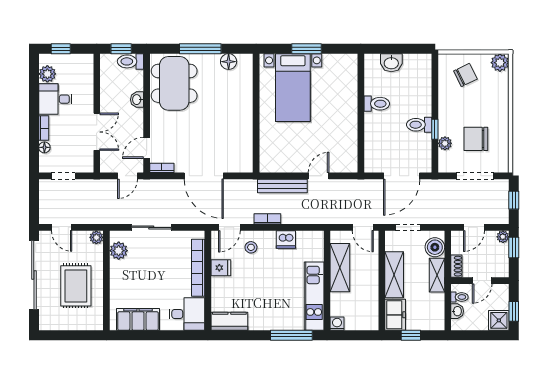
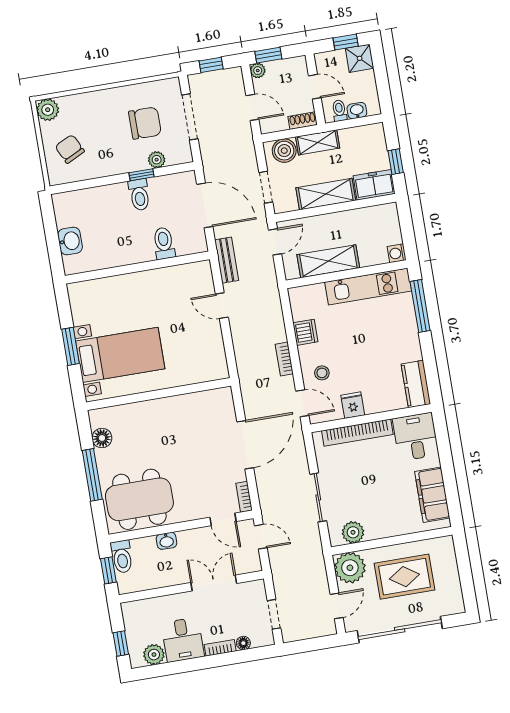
toilet: (377, 104) -> (164, 243), moved
chair: (476, 139) -> (145, 123), turned -90
bench: (282, 186) -> (227, 260), moved, width x0.73
plant: (96, 237) -> (350, 568), width x1.88, depth x1.88

